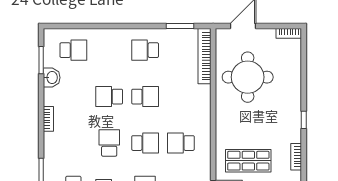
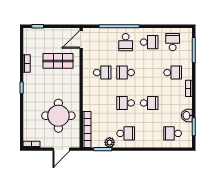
plant: (169, 36) -> (110, 142), added
school desk: (109, 143) -> (173, 73), moved, turned -90

